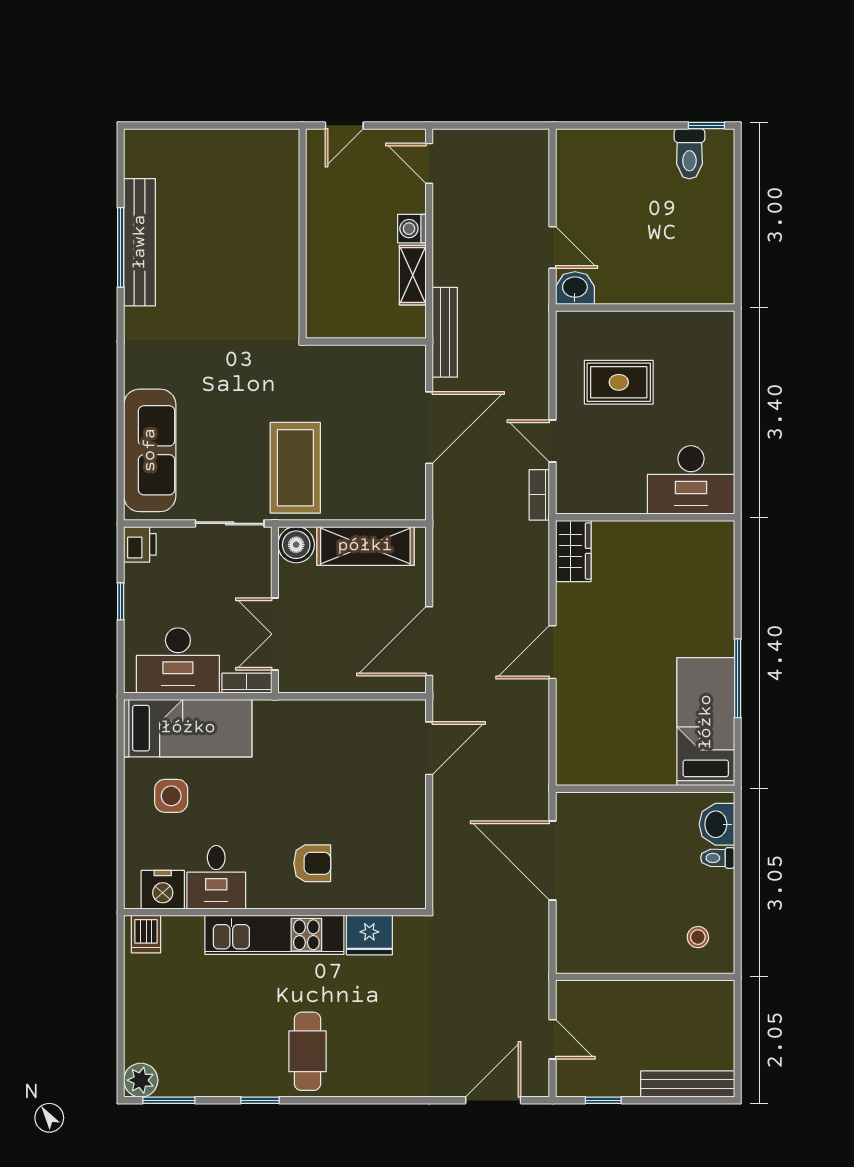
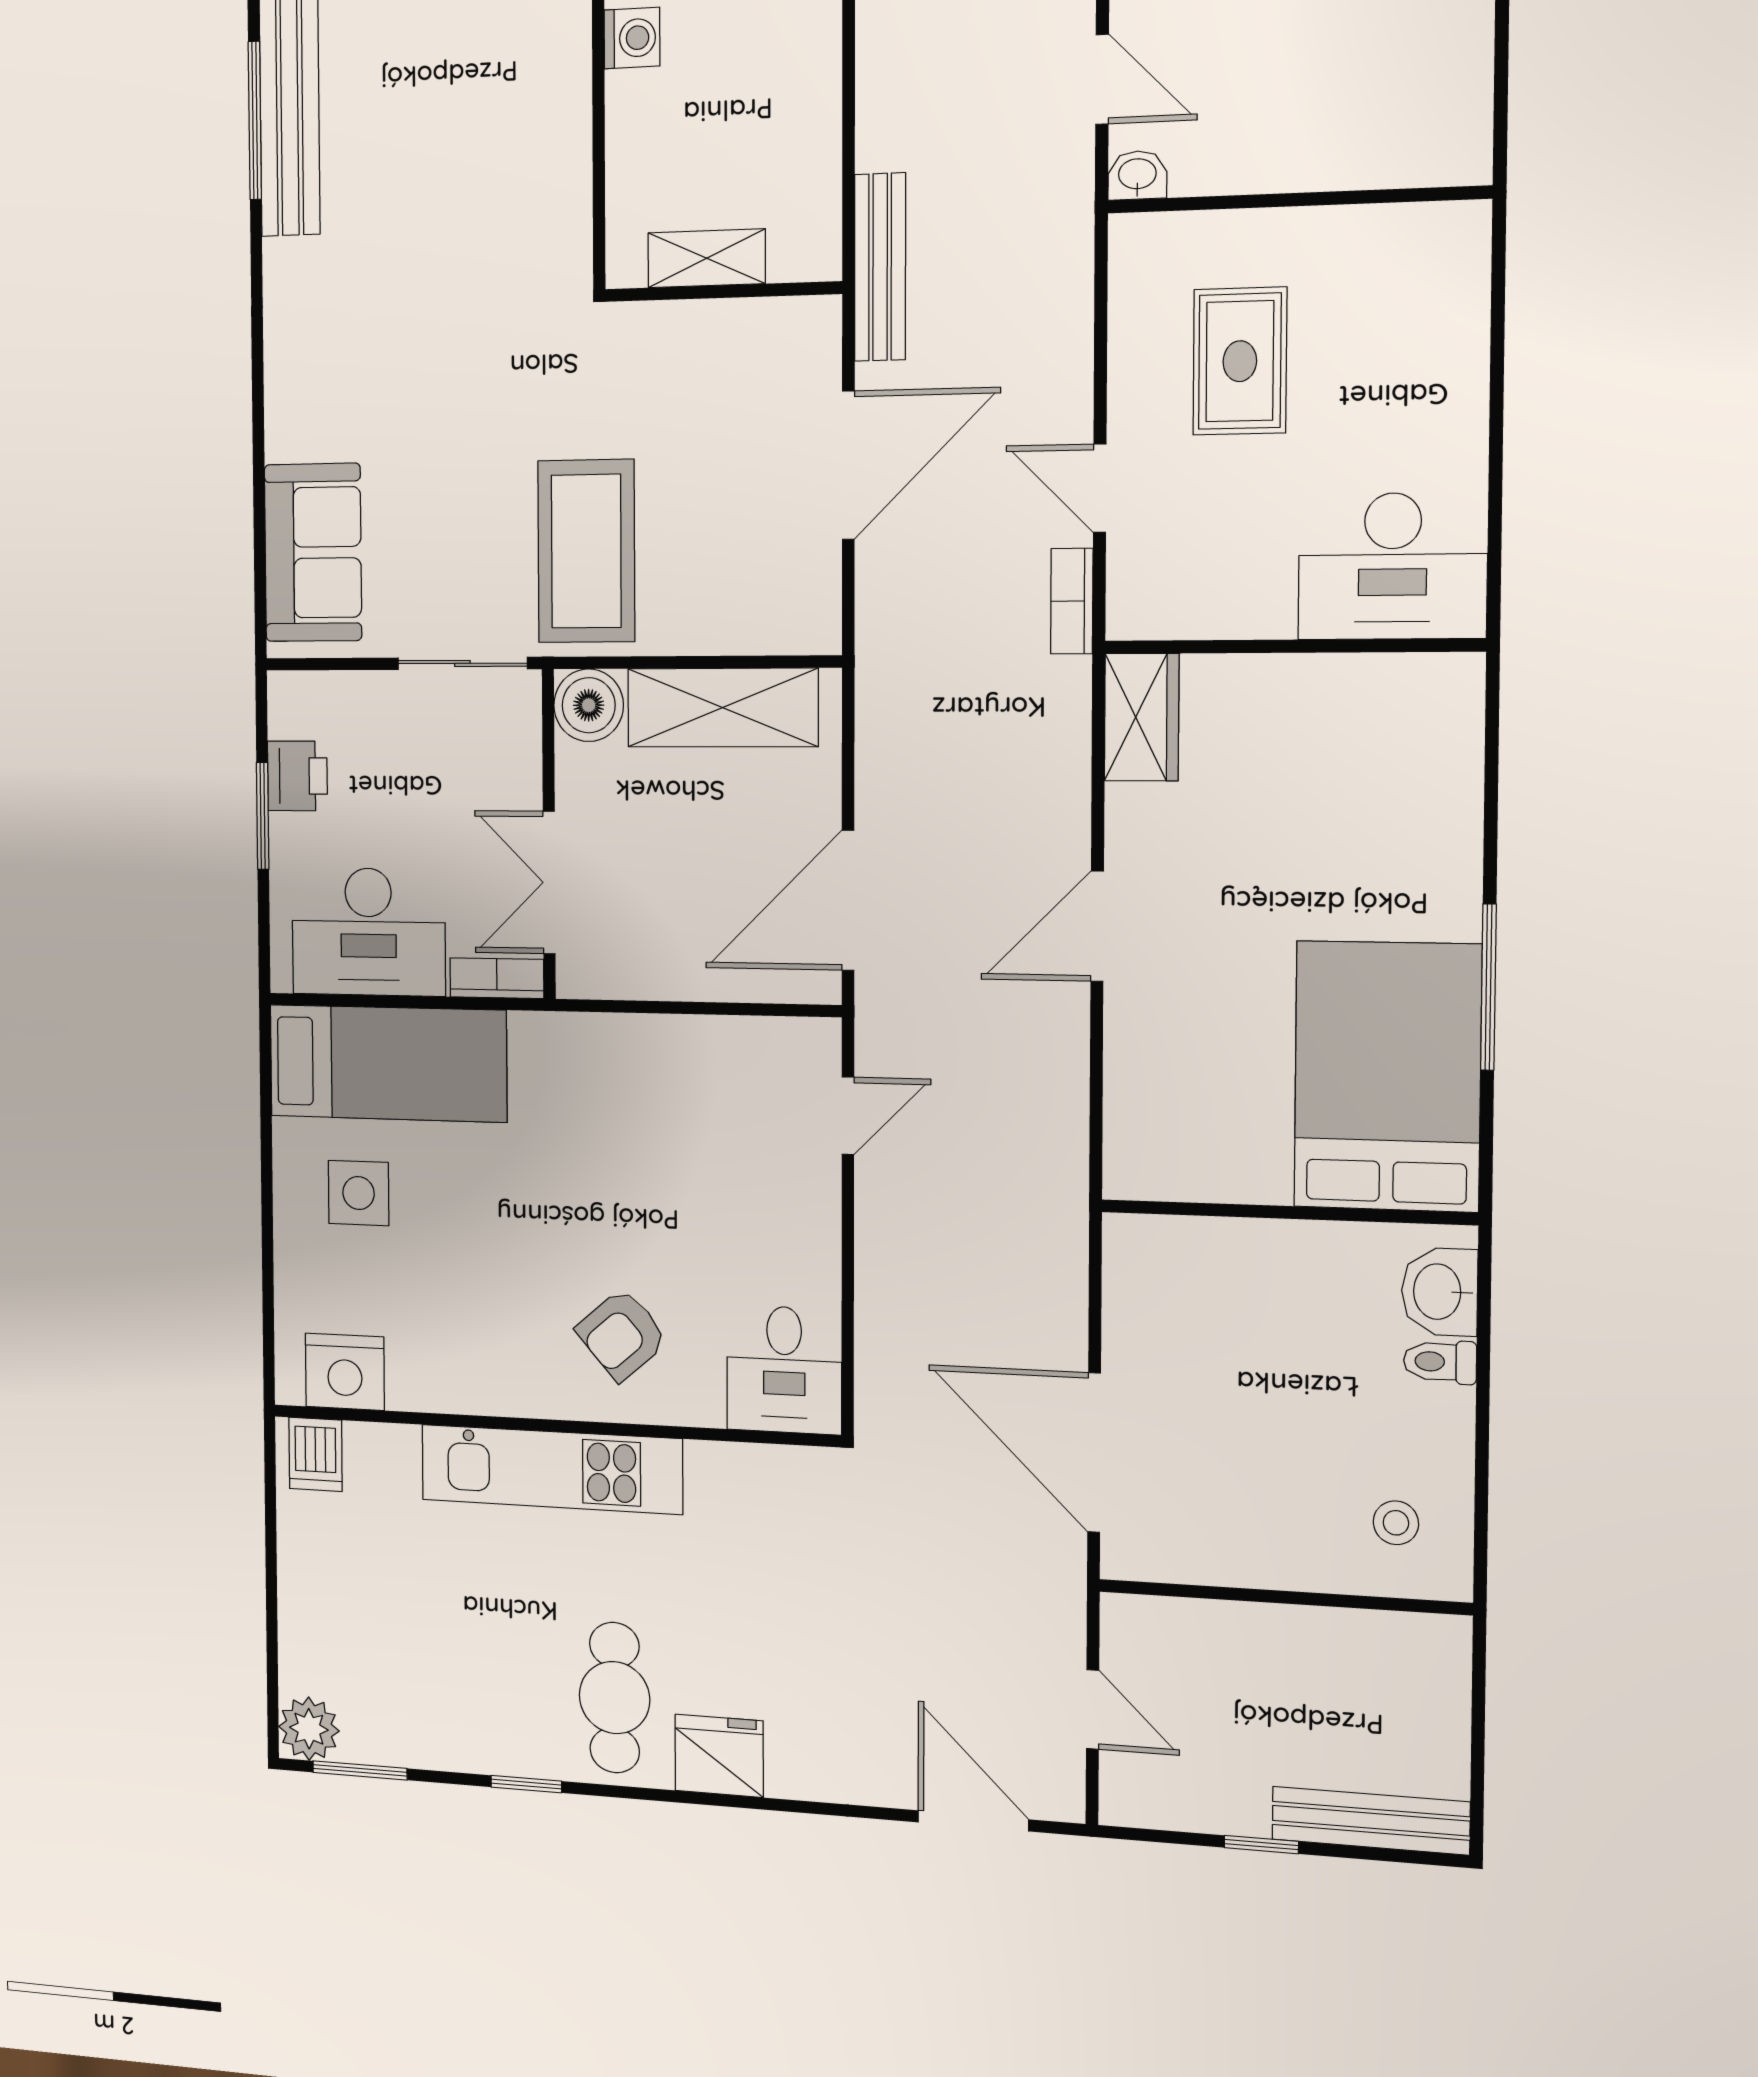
washing machine: (412, 229) -> (632, 38), moved, turned 180
shelving: (413, 275) -> (707, 258), moved, turned 90
washbasin: (575, 288) -> (1137, 175), width x0.72, depth x0.69
rug: (619, 382) -> (1240, 361), turned 90
sofa: (150, 450) -> (313, 553), width x0.73
printer: (140, 544) -> (297, 776), moved
window: (121, 601) -> (263, 816), width x1.50
bed: (706, 722) -> (1387, 1076), width x1.50
door: (429, 748) -> (848, 1116), width x0.73
door: (553, 860) -> (1094, 1452), moved
armchair: (312, 863) -> (622, 1335), turned 139
desk: (216, 877) -> (784, 1370), moved
fridge: (369, 935) -> (719, 1756), moved, turned 180
door: (493, 1100) -> (973, 1821), hinge flipped
window: (603, 1100) -> (1261, 1845), moved

